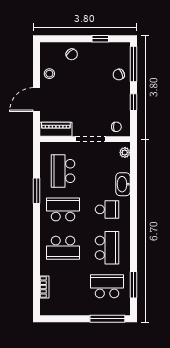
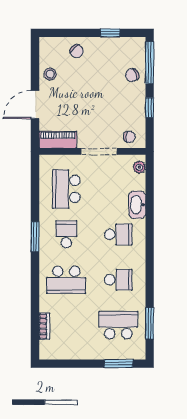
window: (37, 191) -> (35, 237), moved
school desk: (63, 209) -> (66, 234), width x0.54
school desk: (107, 248) -> (118, 280), width x0.54
window: (107, 319) -> (119, 364), width x0.69

